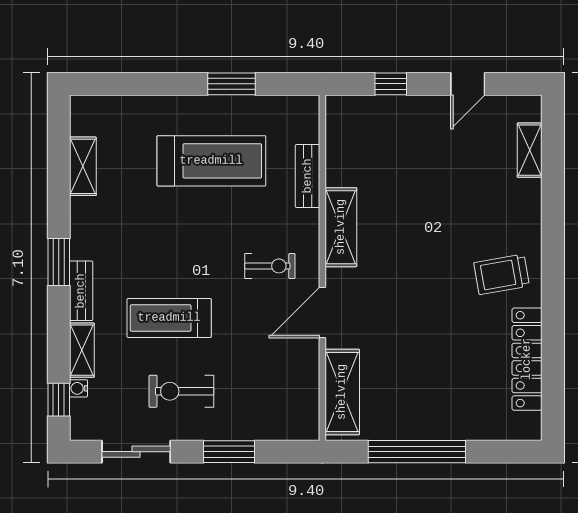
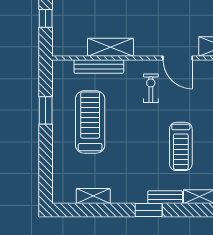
bench: (308, 176) -> (99, 66), width x1.36
shelving: (341, 227) -> (110, 47), moved

